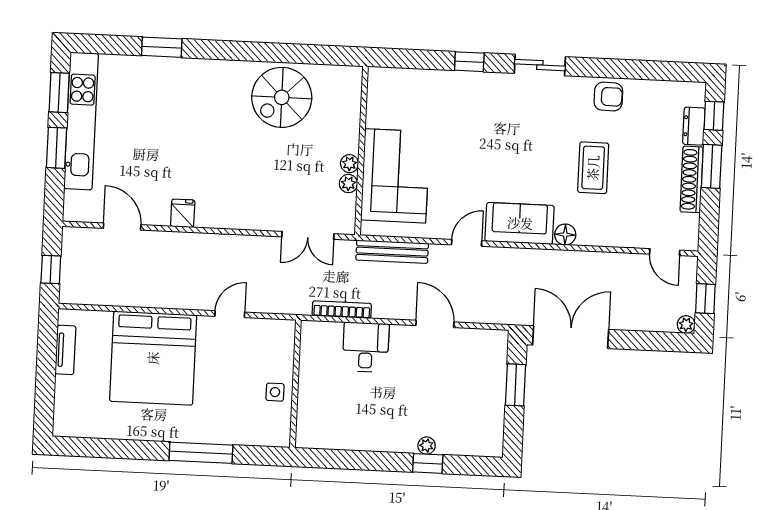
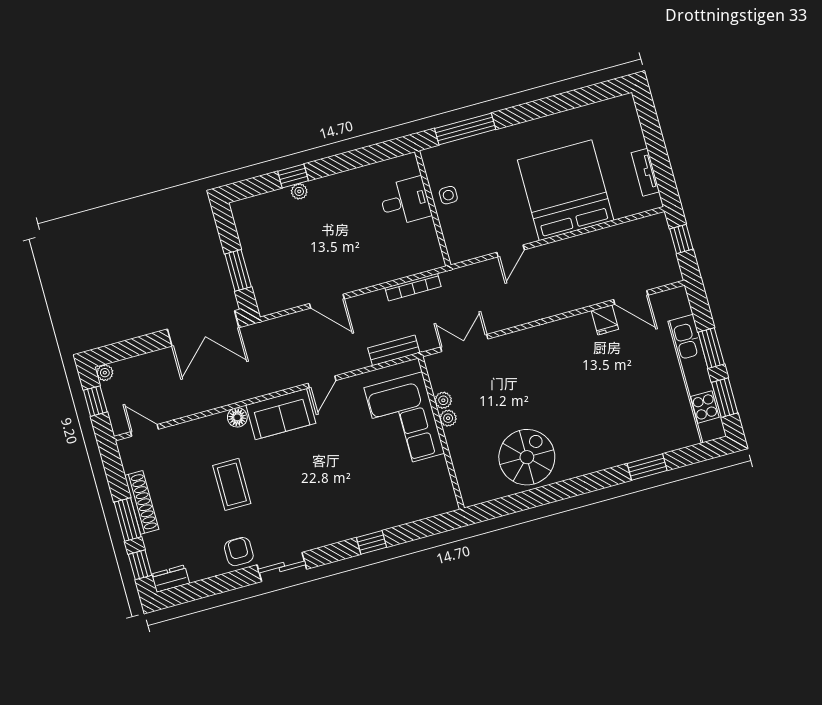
sliding door: (540, 65) -> (282, 567), moved
armchair: (608, 97) -> (239, 552), turned 89
dresser: (694, 126) -> (170, 579), moved, turned -90
fridge: (183, 213) -> (605, 320), moved
bench: (392, 252) -> (394, 350), width x0.73
desk: (366, 347) -> (405, 201), moved, turned -90
window: (201, 453) -> (465, 129), moved

